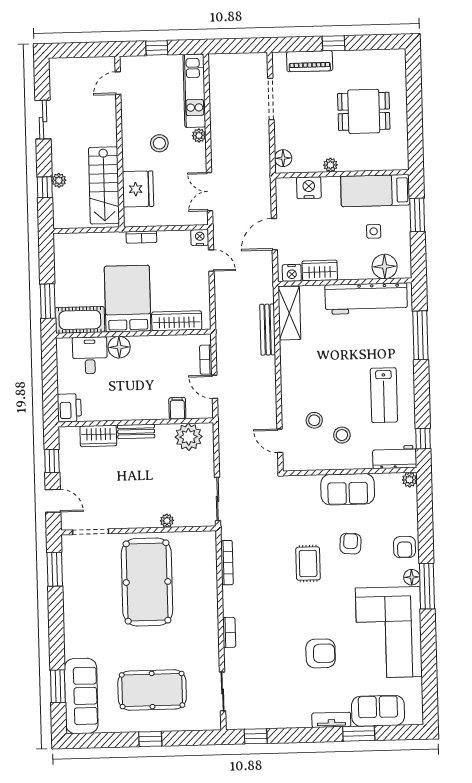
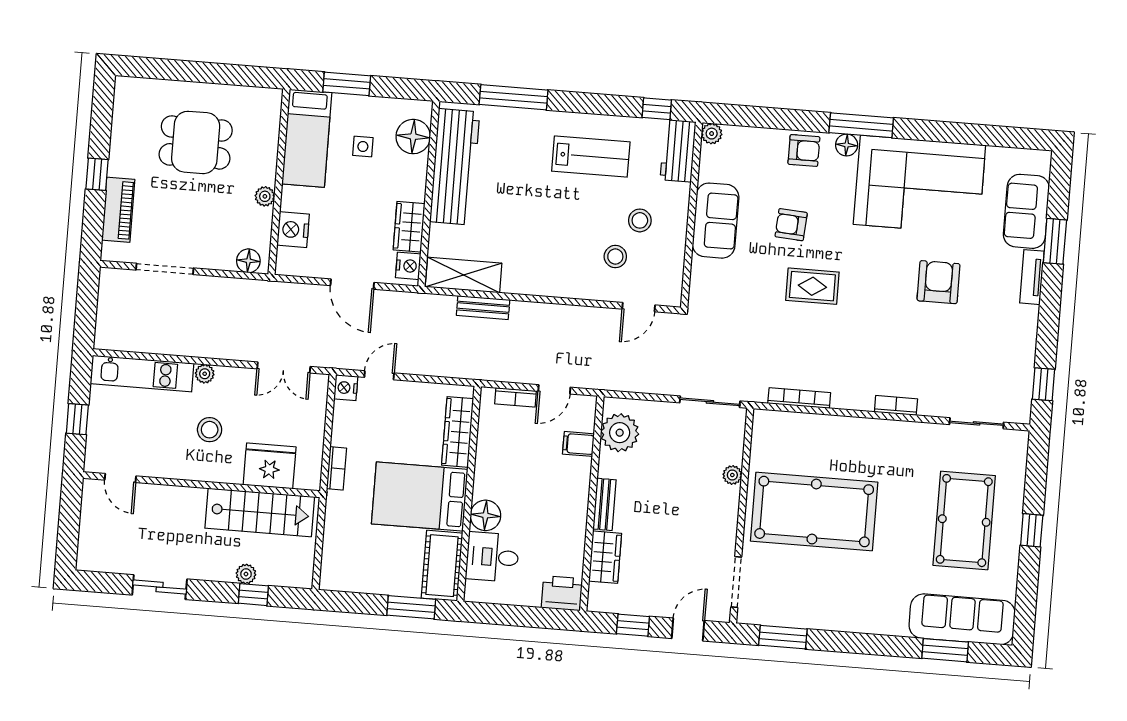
dining table: (364, 111) -> (196, 142), turned 90
bench: (268, 330) -> (483, 308), width x0.73

